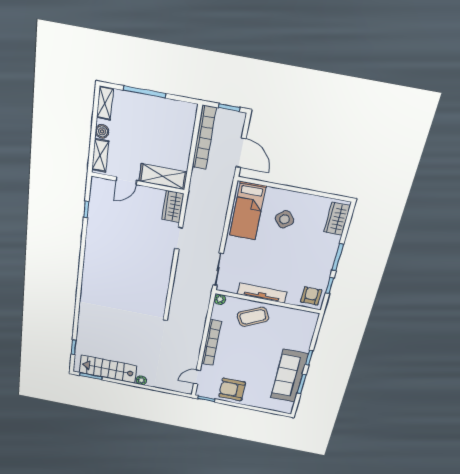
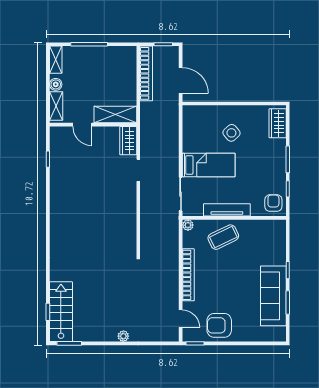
door: (126, 181) -> (82, 125), hinge flipped
bed: (248, 211) -> (209, 165), moved, turned -90
stairs: (108, 369) -> (61, 312), moved, turned 90
door: (197, 377) -> (181, 319), swing flipped

